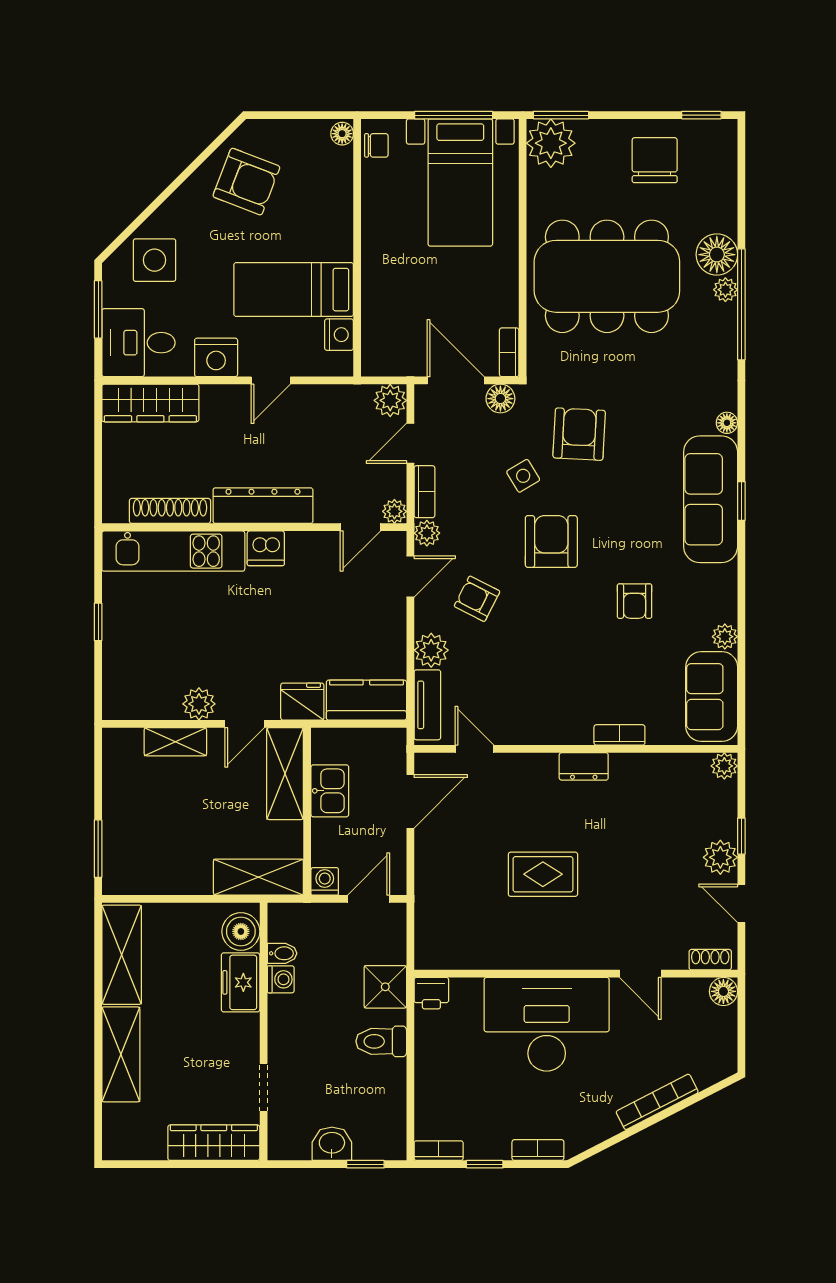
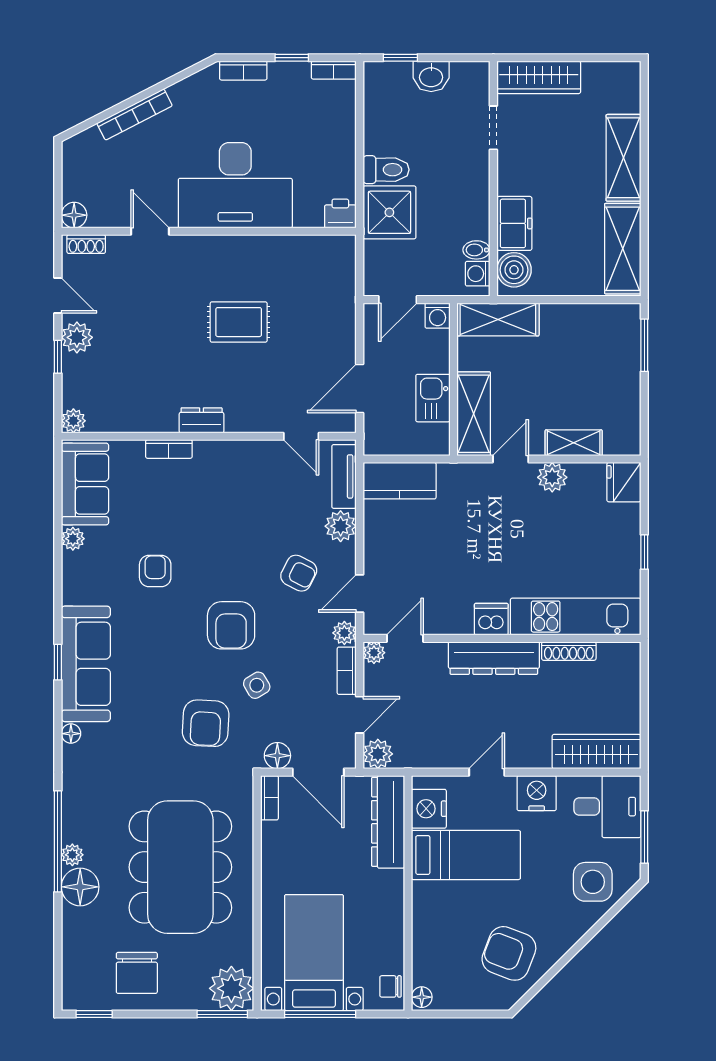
dining table: (607, 276) -> (180, 867), turned 90
dresser: (379, 326) -> (388, 822), added
nightstand: (339, 335) -> (429, 809), width x1.36, depth x1.33
shoe rack: (170, 511) -> (569, 651), width x0.74, depth x0.81
fridge: (302, 702) -> (624, 482), moved, turned 90
washing machine: (281, 979) -> (478, 274), moved
shower: (385, 987) -> (389, 212), width x1.36, depth x1.36

